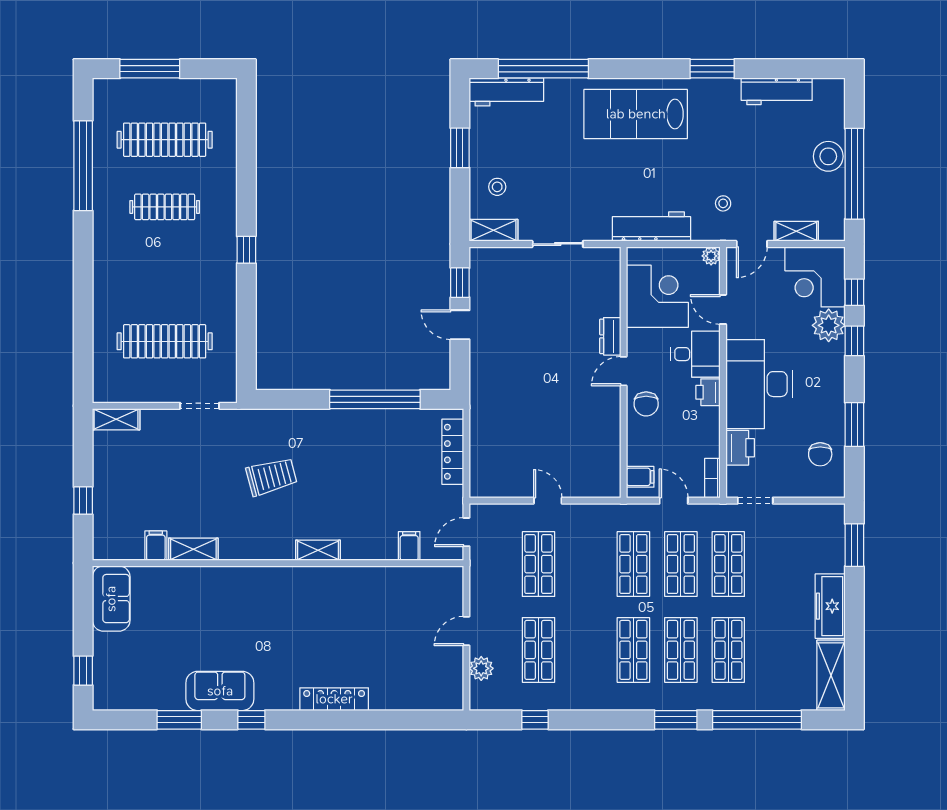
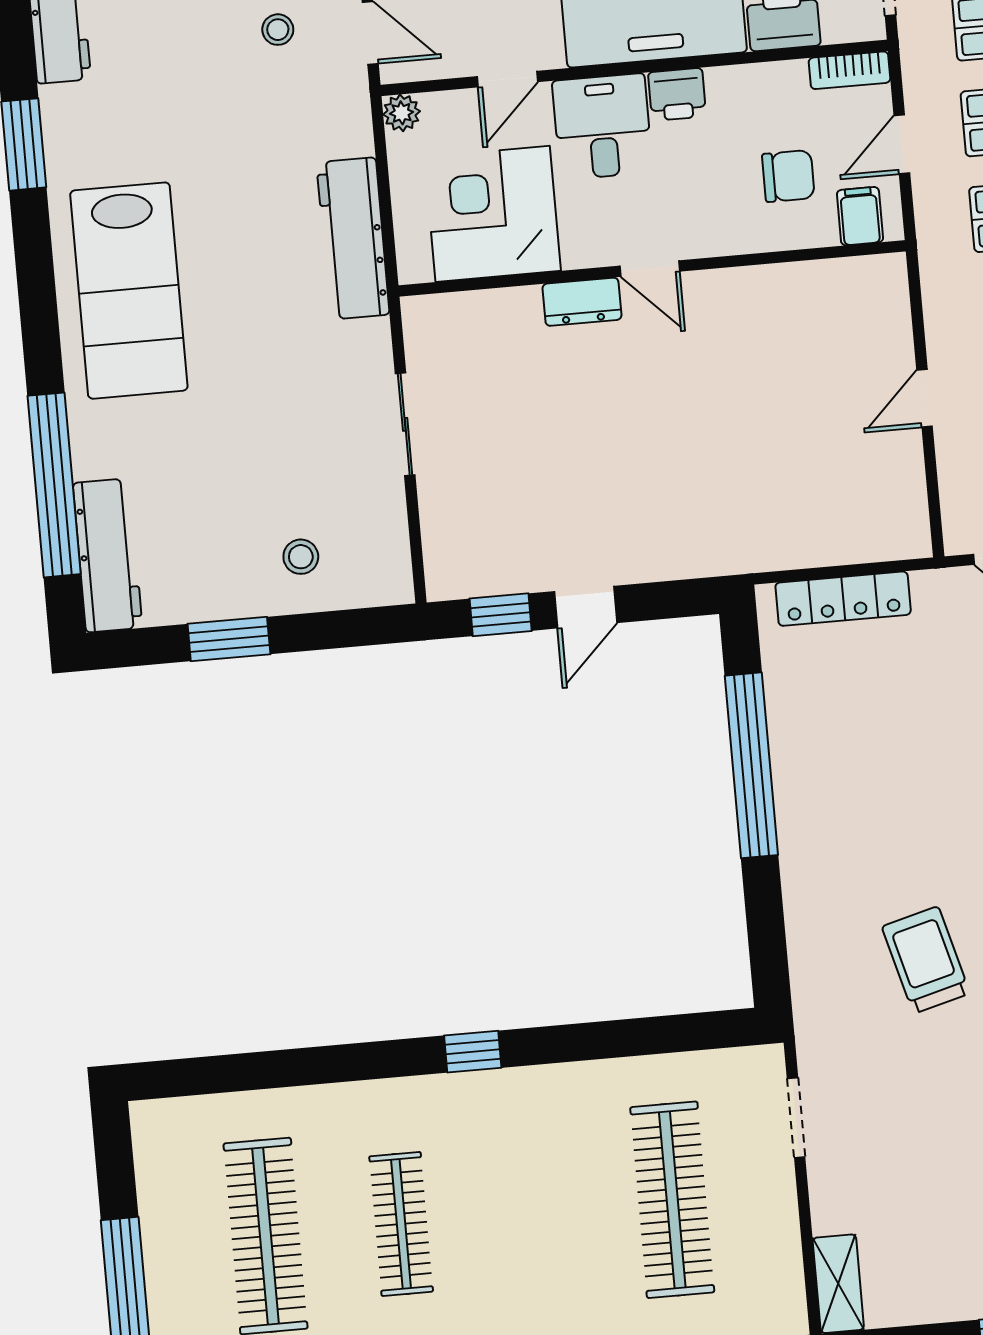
stool: (723, 203) -> (278, 30), moved
shelving: (493, 230) -> (389, 556), removed
chair: (646, 404) -> (788, 176), moved

